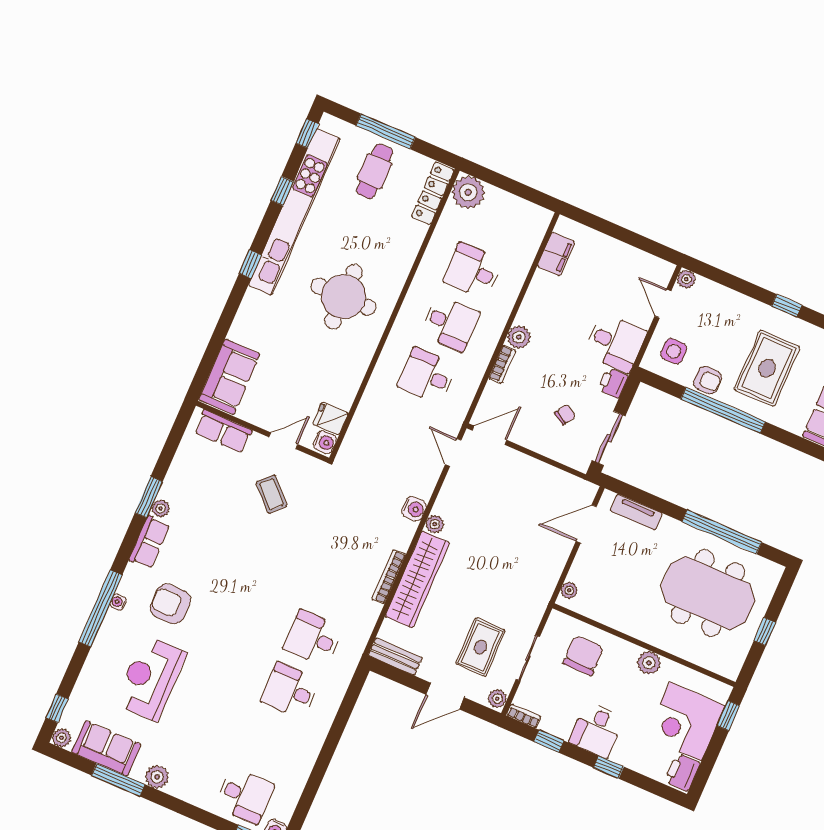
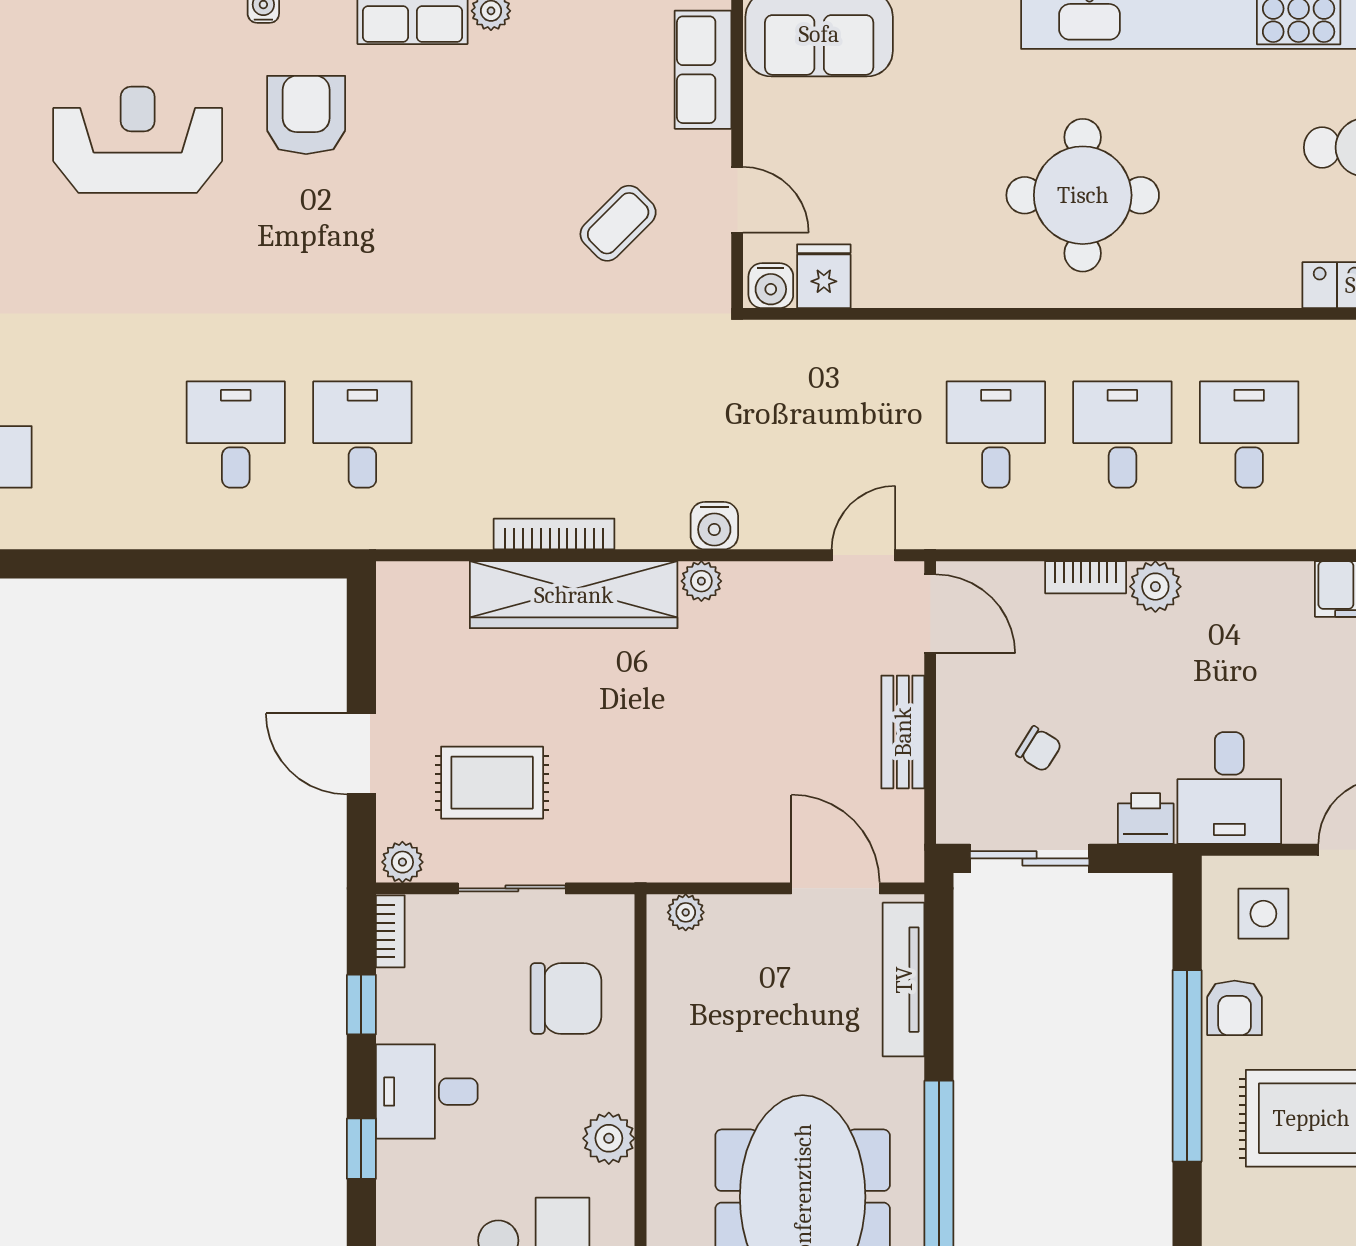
desk: (450, 323) -> (1122, 435), turned 180
tv unit: (636, 512) -> (904, 980), width x1.41
bench: (395, 657) -> (903, 732), moved

